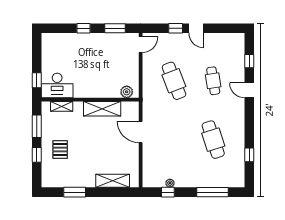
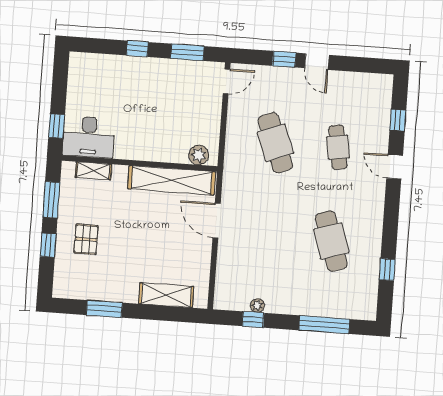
shelving: (102, 109) -> (172, 180), width x1.47

